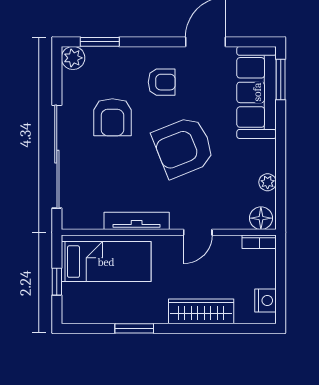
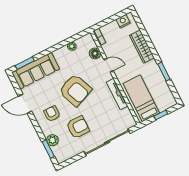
plant: (73, 58) -> (52, 140), moved
floor lamp: (261, 218) -> (95, 53), moved

